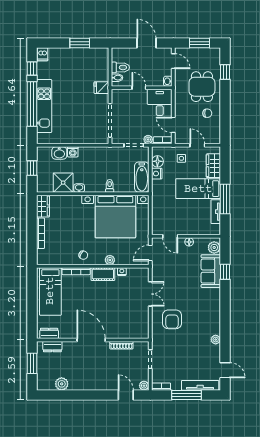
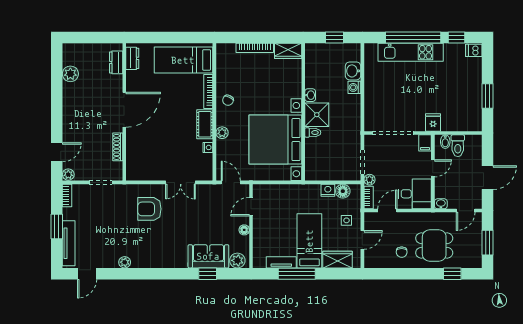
filing cabinet: (118, 94) -> (425, 143), added
bathtub: (142, 177) -> (324, 172), removed
shower: (63, 183) -> (317, 115), moved
window: (32, 363) -> (95, 37), removed
window: (186, 395) -> (57, 227), width x0.69

